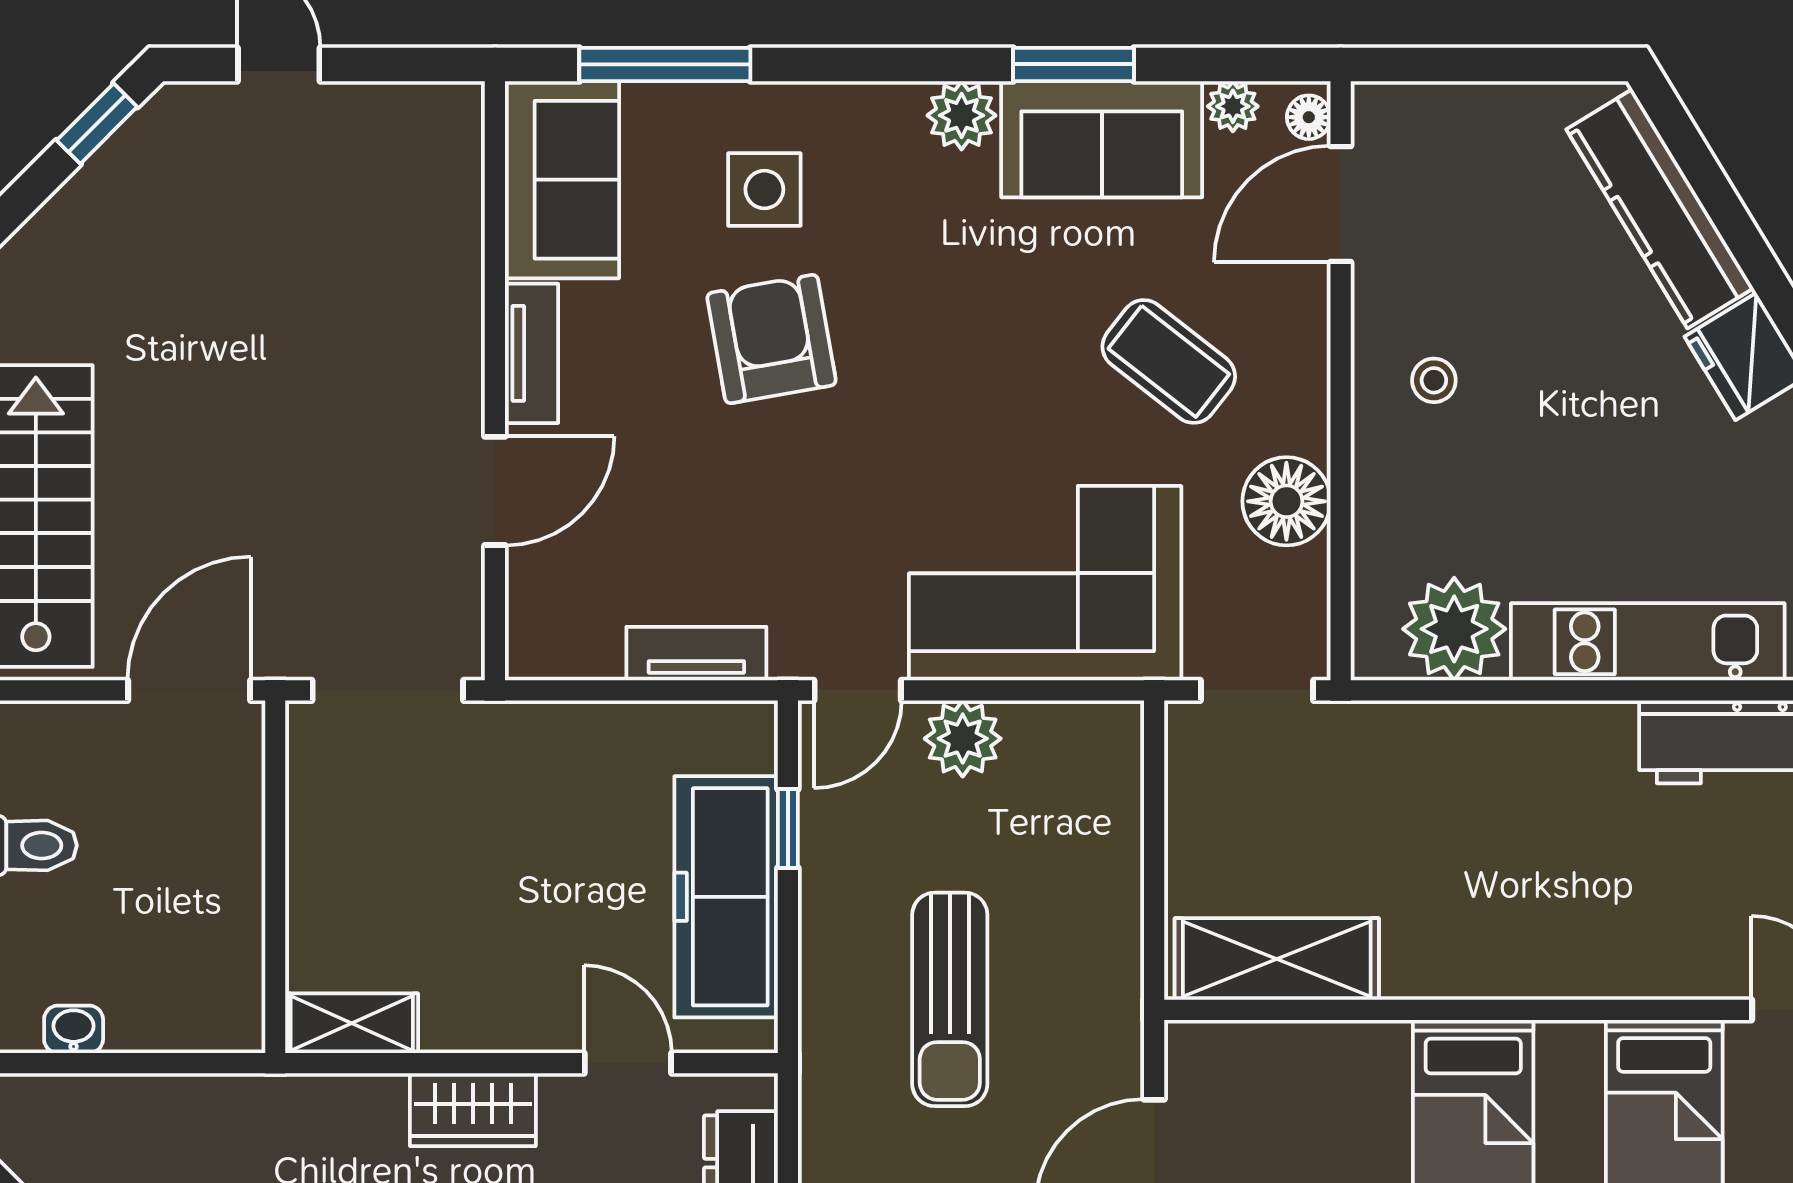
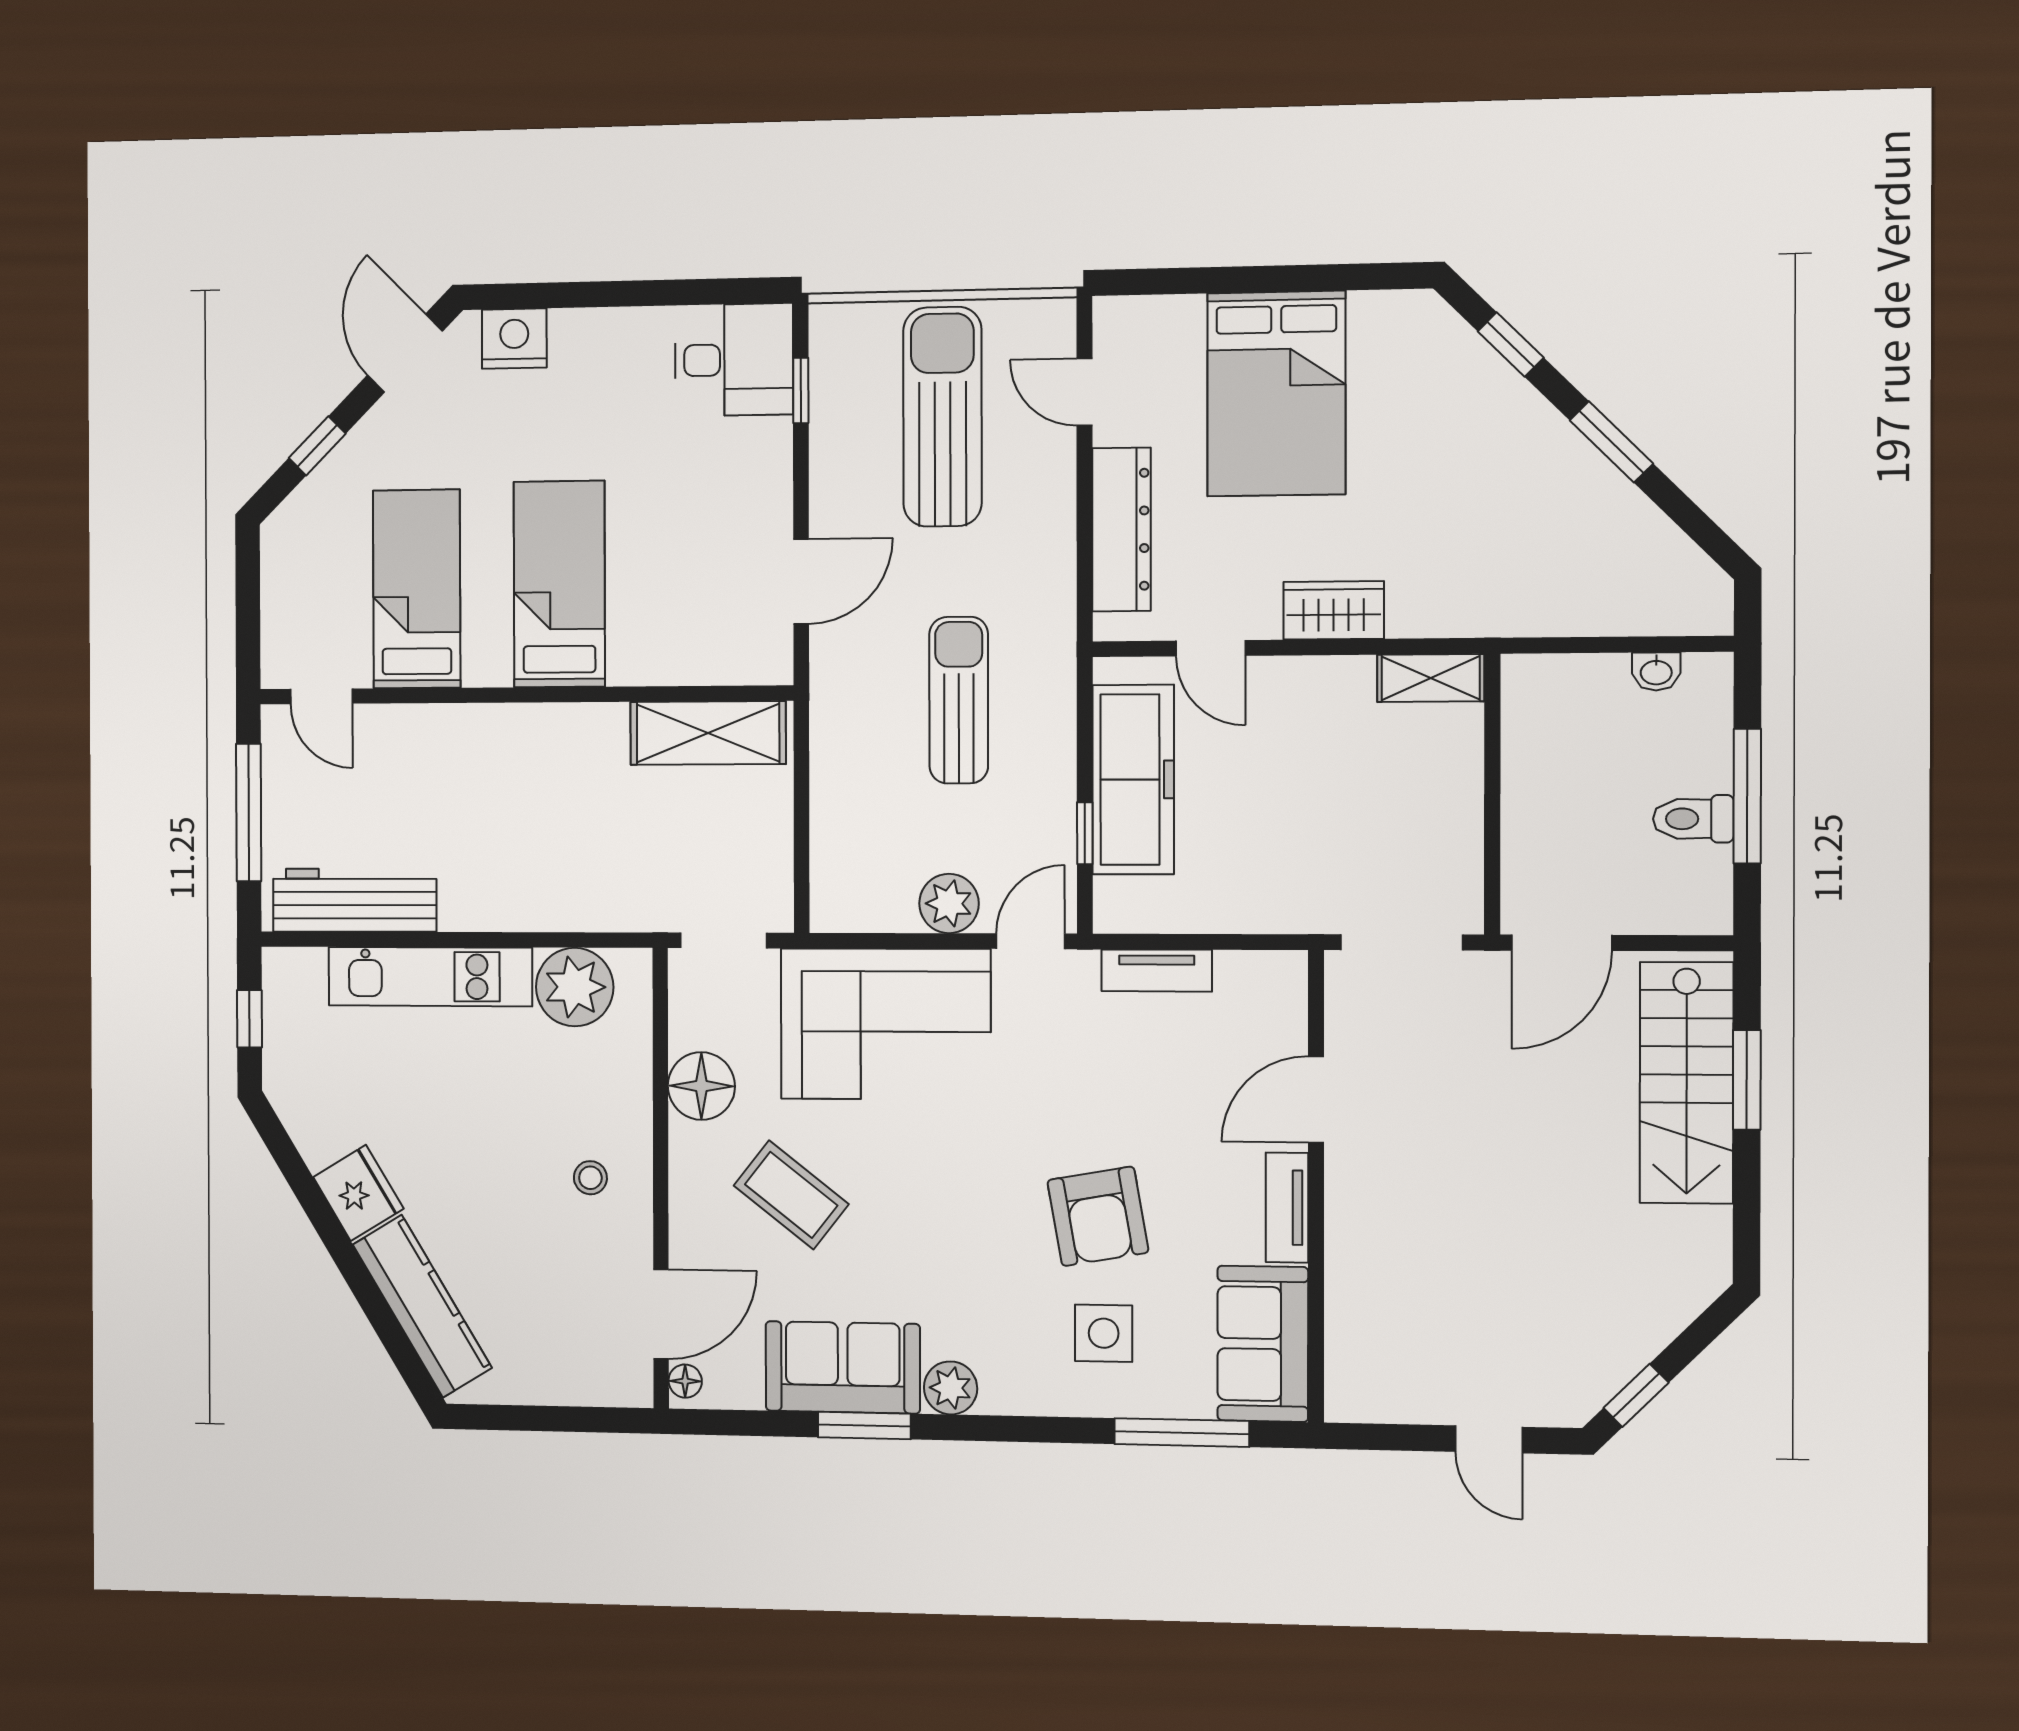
plant: (1233, 106) -> (743, 1391), removed

